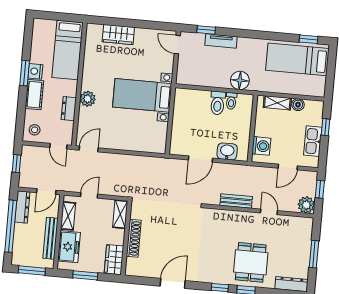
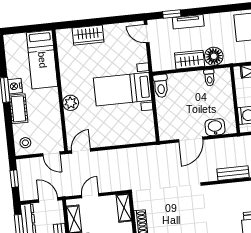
wardrobe: (215, 79) -> (190, 60), added
toilet: (218, 103) -> (161, 86), moved
dresser: (69, 109) -> (54, 116), removed
door: (46, 192) -> (48, 200), swing flipped

